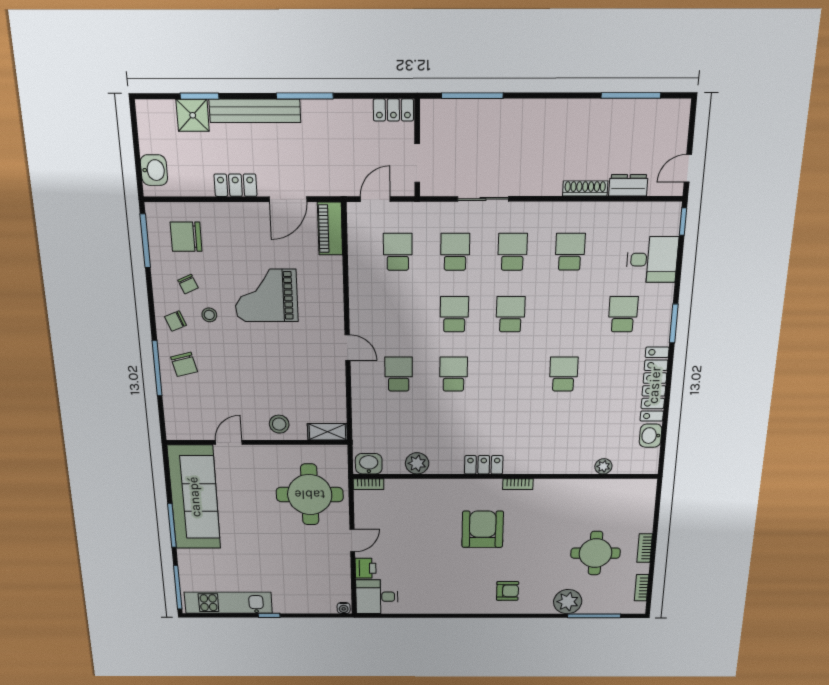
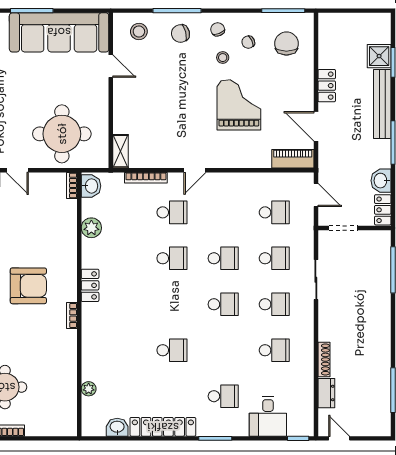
washbasin: (154, 170) -> (381, 181), moved, turned 90
bookcase: (358, 404) -> (146, 178), added
stool: (279, 424) -> (139, 32), moved

